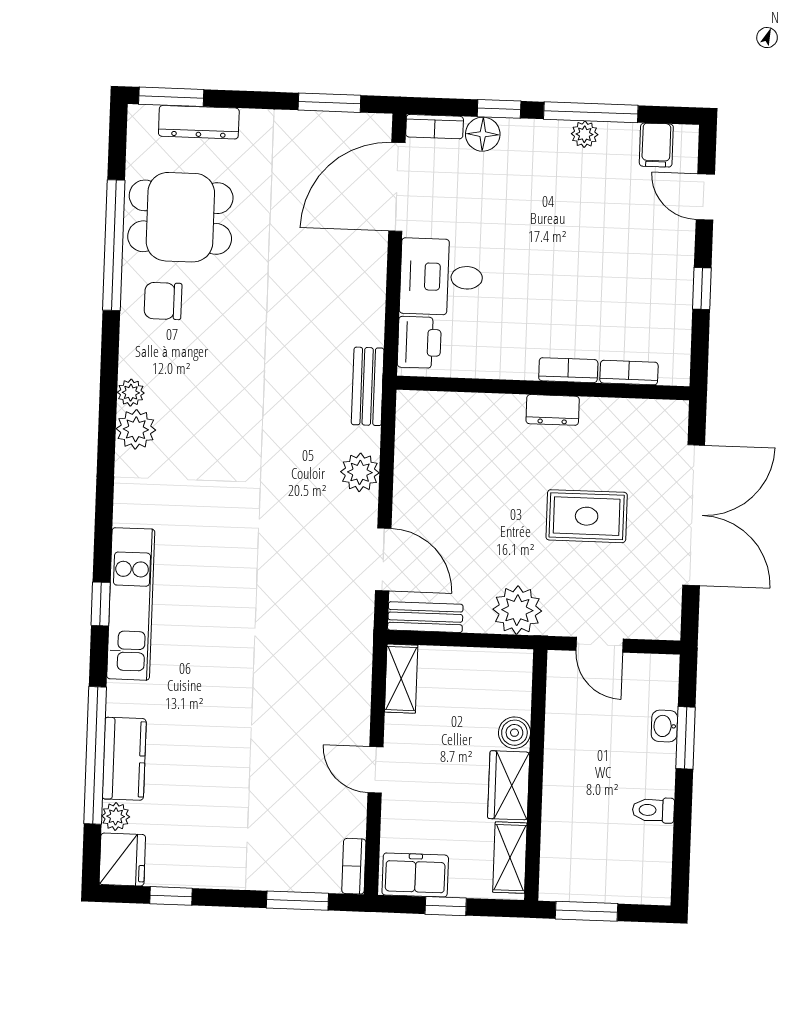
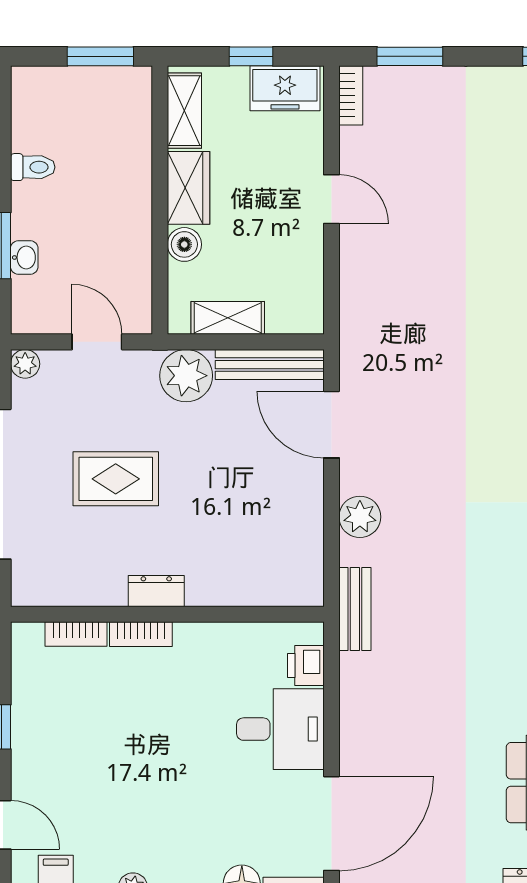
printer: (419, 342) -> (306, 665), width x0.73, depth x0.81
bench: (425, 617) -> (270, 365), width x1.36
plant: (667, 627) -> (25, 364), added
shelving: (401, 679) -> (228, 318), moved, turned 90

